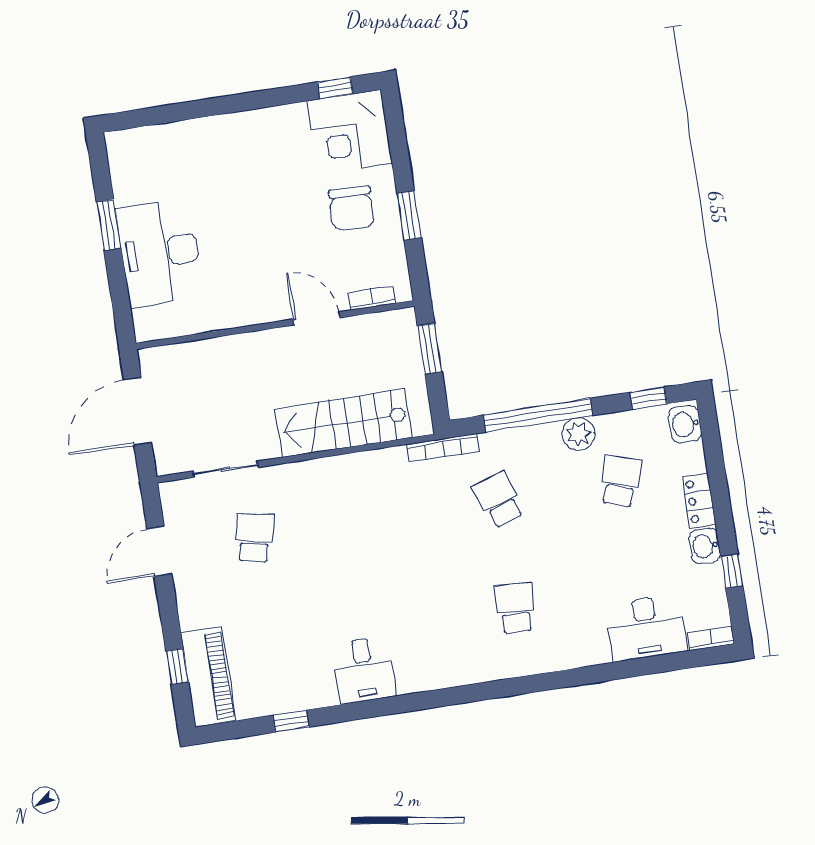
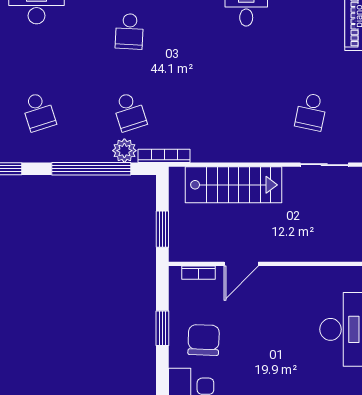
door: (316, 319) -> (241, 264), hinge flipped
plant: (578, 434) -> (124, 151), moved
school desk: (621, 481) -> (39, 112), turned -36

